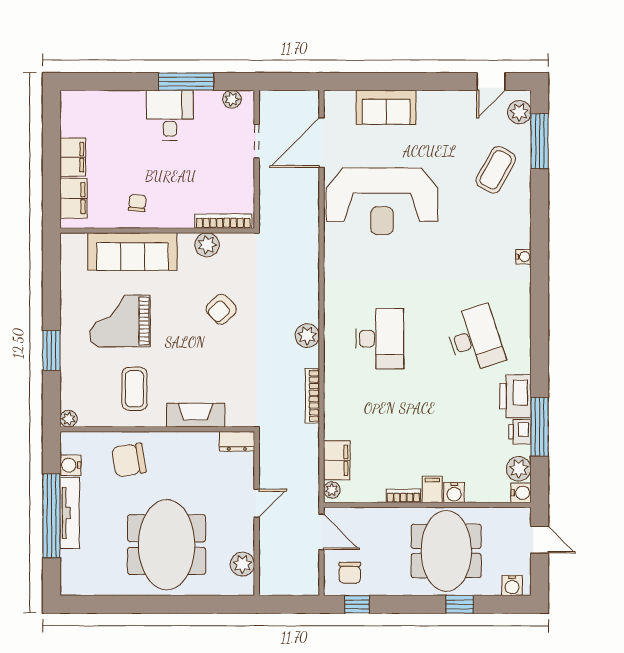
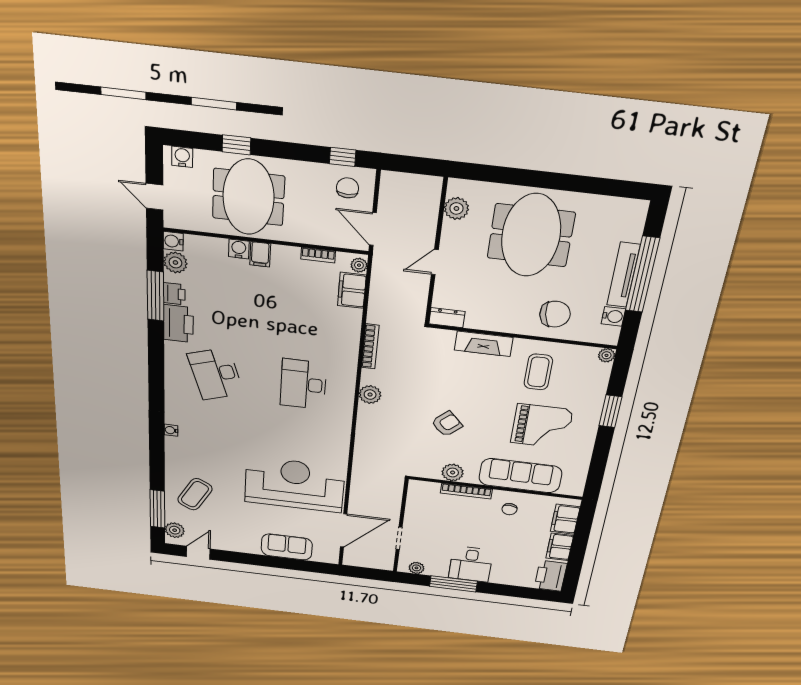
printer: (76, 112) -> (551, 576), added
bookcase: (223, 221) -> (466, 491), moved
bookcase: (403, 496) -> (318, 255), moved

